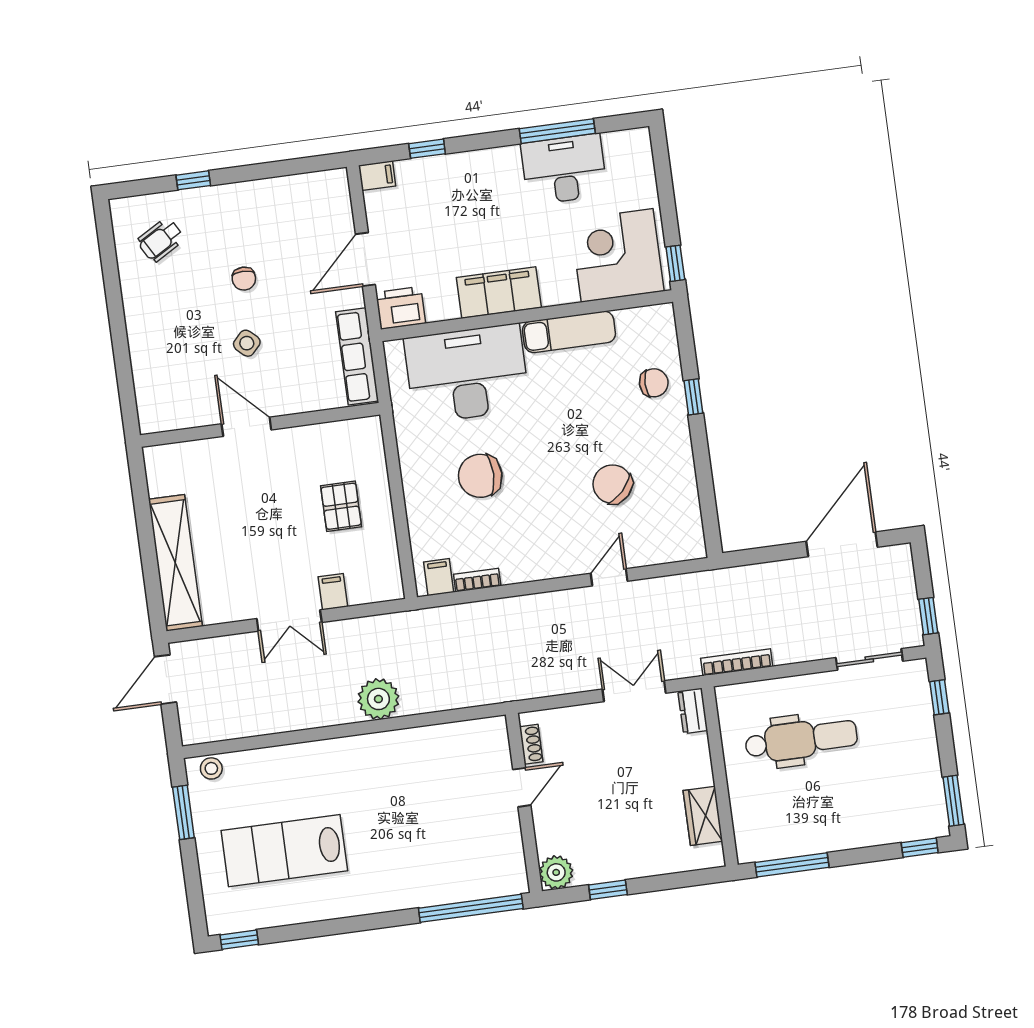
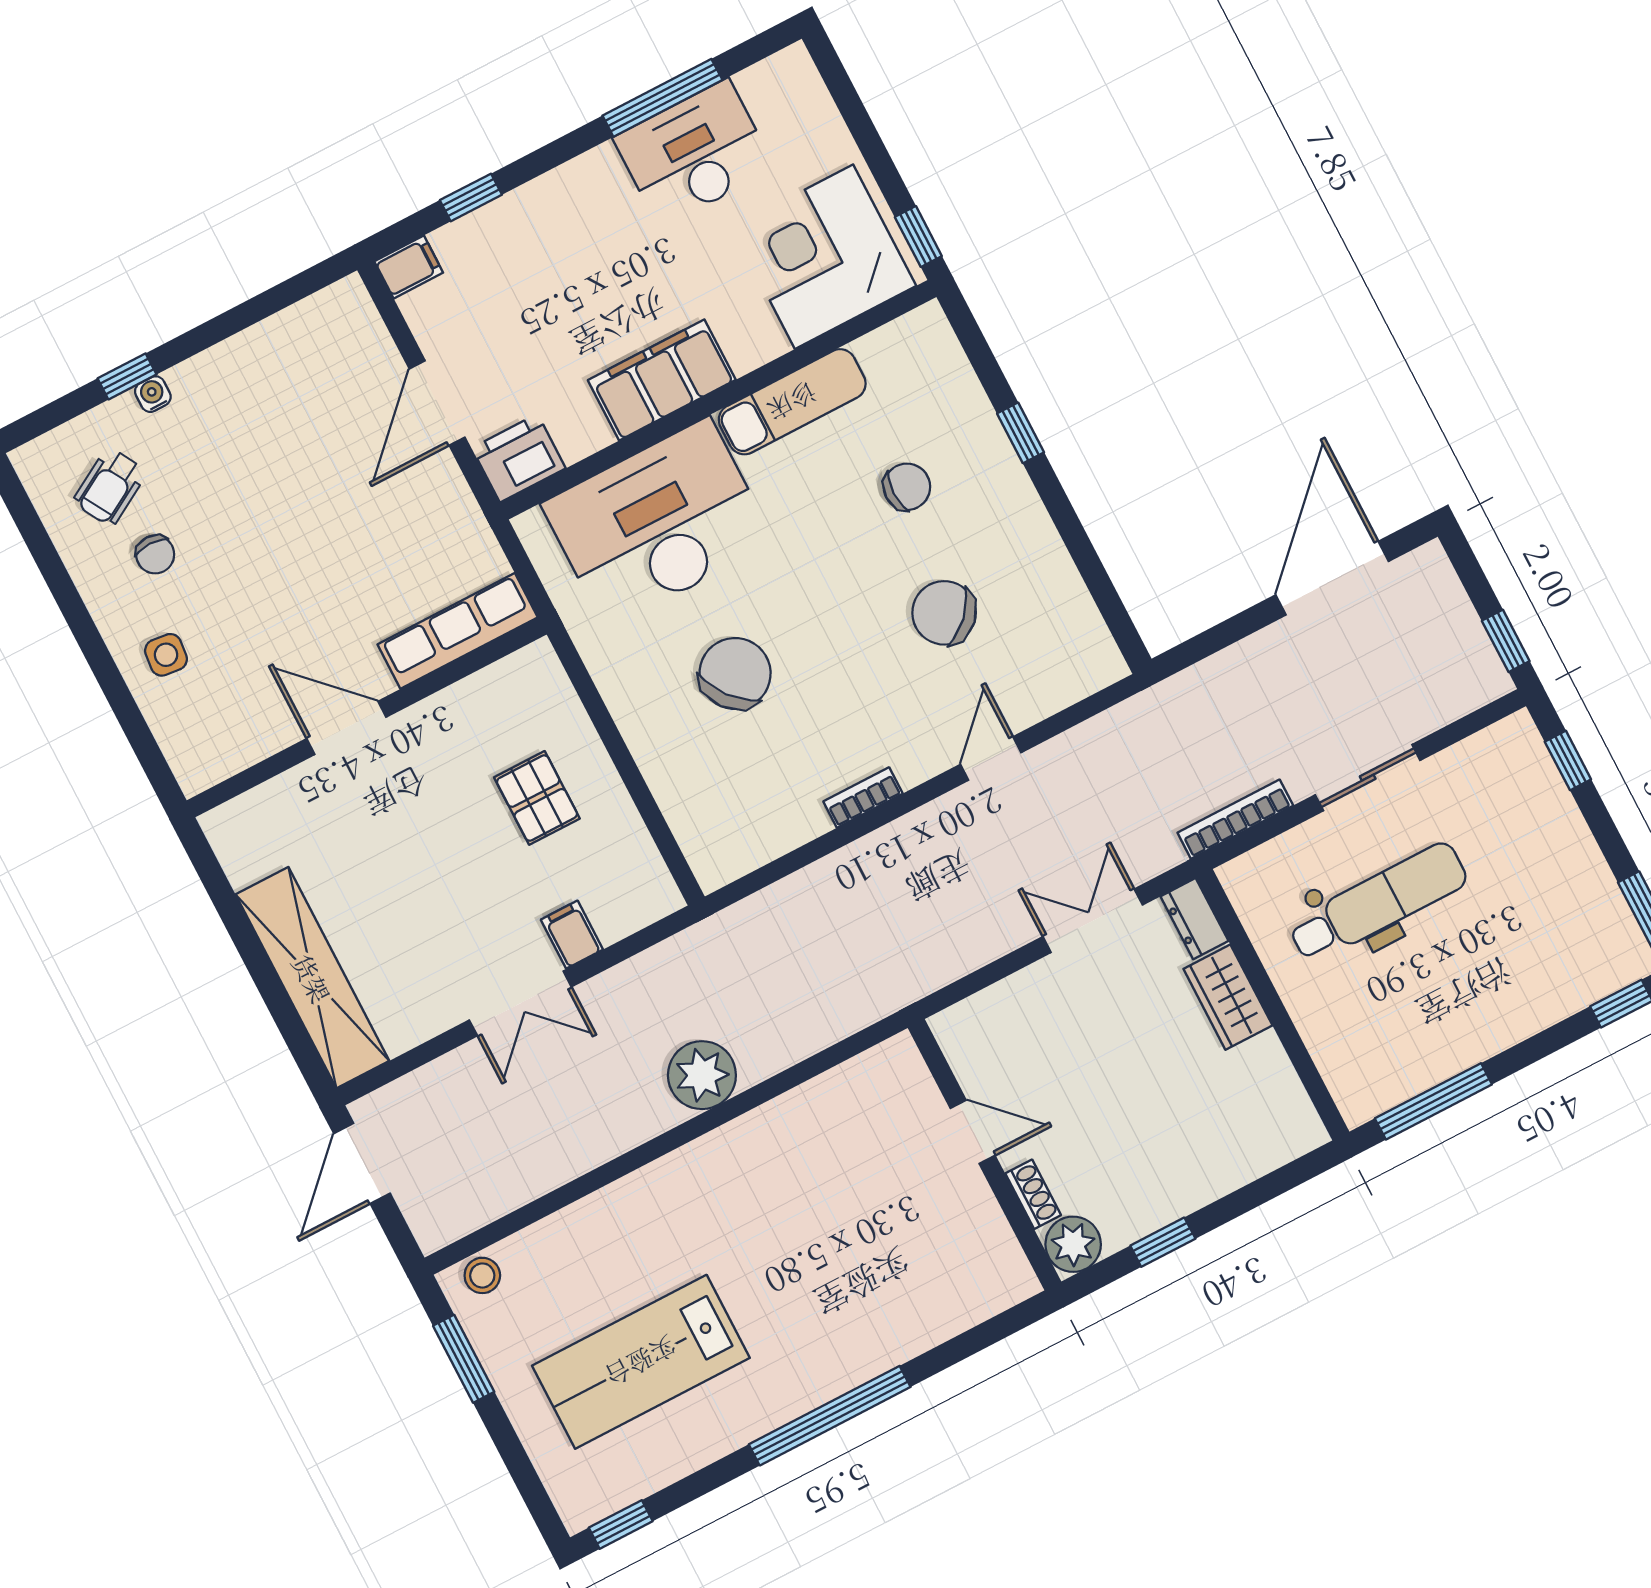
water cooler: (204, 196) -> (153, 394), added
chair: (244, 279) -> (155, 554), moved
side table: (247, 343) -> (166, 655), moved, turned -37
row of seats: (357, 356) -> (458, 631), moved, turned 90
chair: (654, 383) -> (907, 487), moved
chair: (480, 476) -> (735, 674), turned 141
filing cabinet: (439, 577) -> (727, 853), removed
bookcase: (477, 580) -> (863, 798), moved
sliding door: (869, 659) -> (1368, 778), moved
shoe rack: (531, 744) -> (1033, 1194), moved
door: (522, 787) -> (973, 1132), hinge flipped
wardrobe: (703, 816) -> (1228, 997), moved
window: (471, 908) -> (830, 1416), moved

